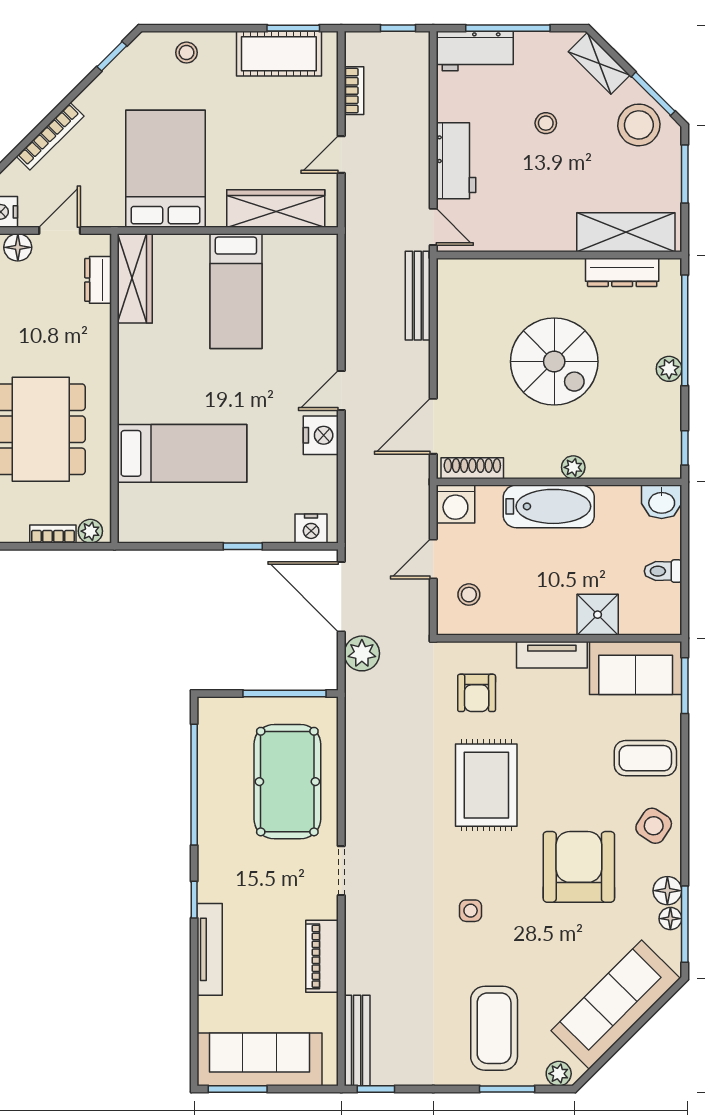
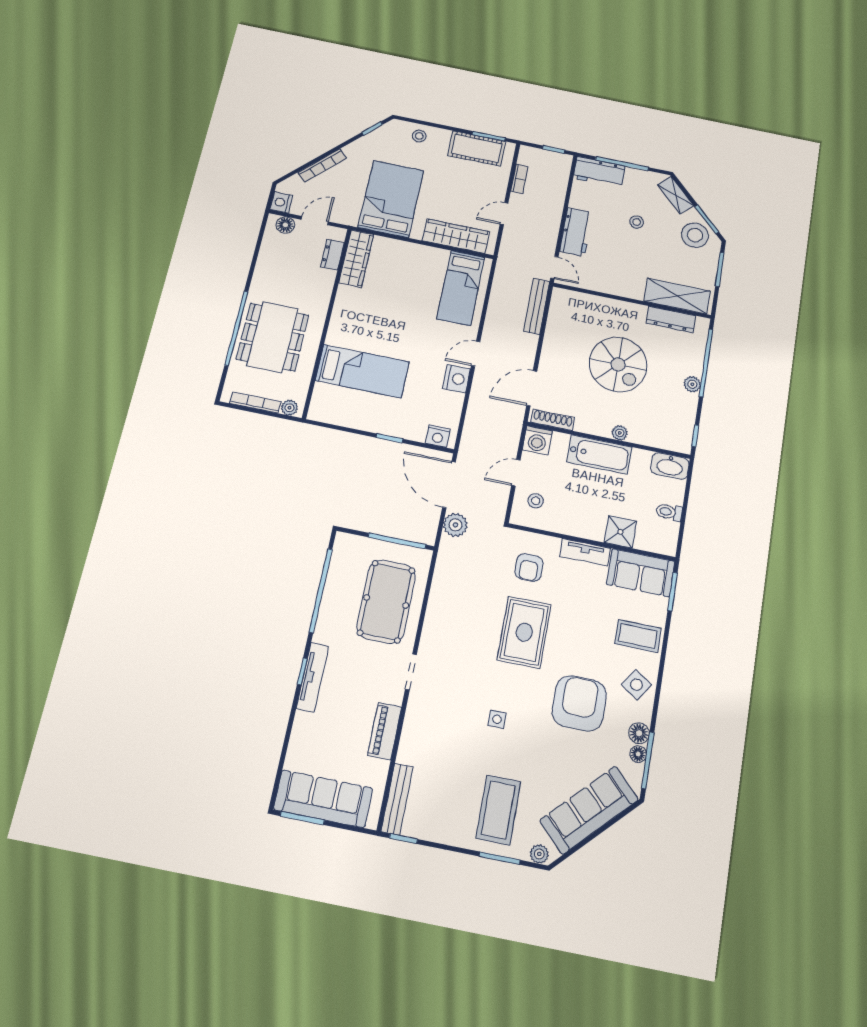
bed: (236, 291) -> (461, 288), moved
washbasin: (662, 502) -> (670, 466), width x1.38
bookcase: (53, 534) -> (255, 403), width x1.56
tv unit: (210, 949) -> (312, 677), moved

